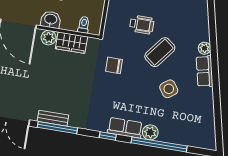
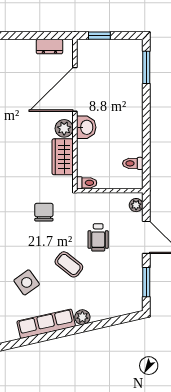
toilet: (84, 25) -> (87, 183), moved
coffee table: (160, 52) -> (69, 264), width x0.73, depth x0.77
row of seats: (205, 71) -> (46, 324), width x1.48

